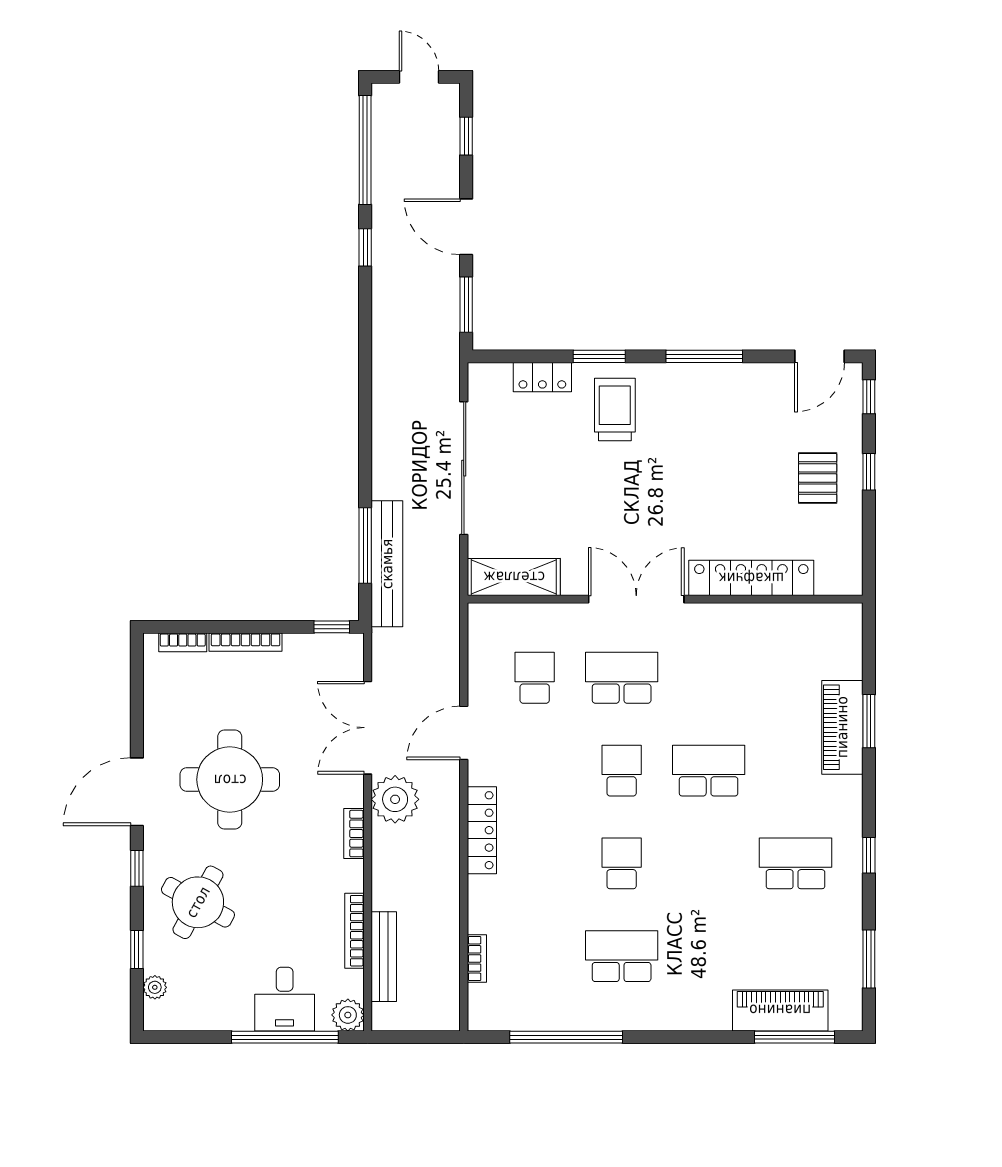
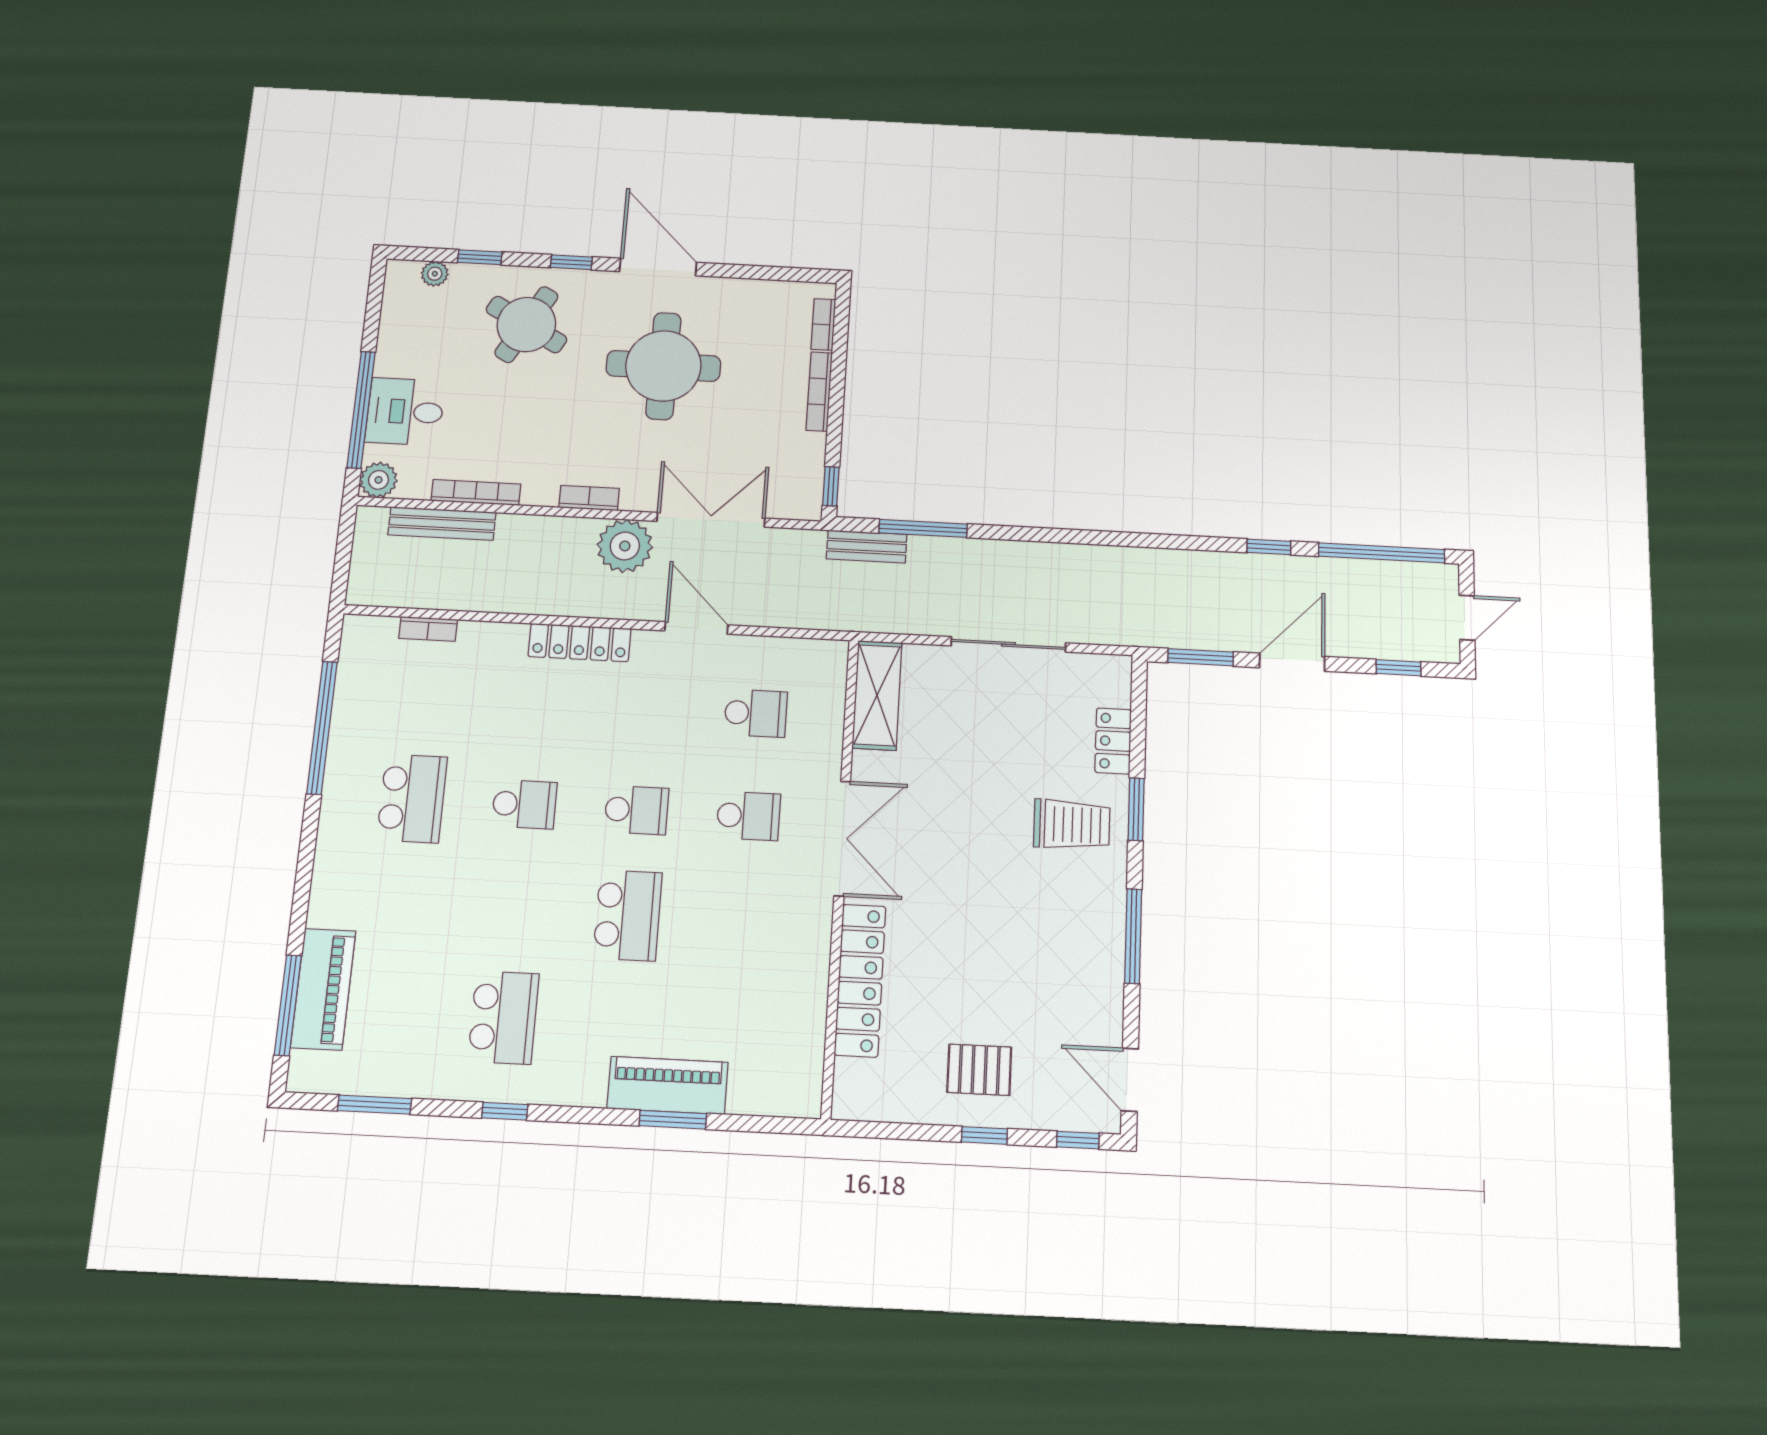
sliding door: (464, 468) -> (1008, 644), width x0.73
bench: (387, 564) -> (867, 547), width x0.54, depth x0.82
school desk: (622, 678) -> (748, 816), width x0.54

